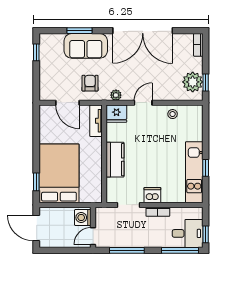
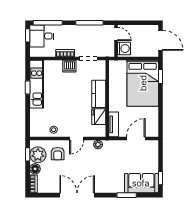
double door: (143, 31) -> (77, 195), width x0.73
sofa: (86, 46) -> (141, 183), moved
floor lamp: (196, 64) -> (35, 169), added
armchair: (90, 83) -> (58, 154), moved
door: (68, 103) -> (136, 139), hinge flipped
fridge: (116, 114) -> (99, 117), moved, turned -90
door: (93, 236) -> (116, 34), hinge flipped

